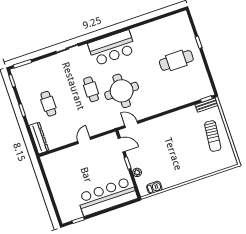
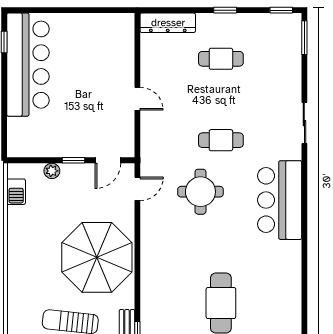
round table: (122, 91) -> (200, 192), width x0.73, depth x0.73
parasol: (174, 134) -> (97, 257), added
bar counter: (107, 196) -> (28, 65), moved

